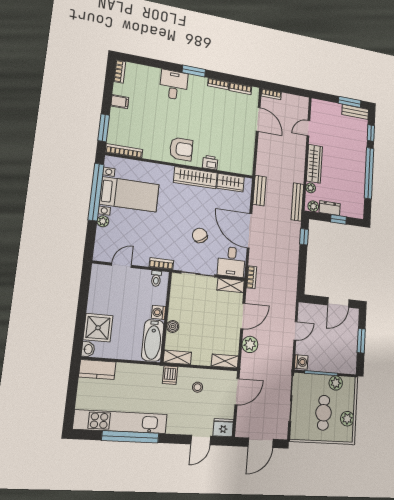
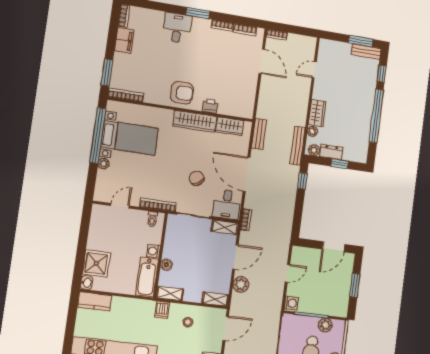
filing cabinet: (120, 102) -> (124, 40), width x2.00
wardrobe: (314, 164) -> (317, 113), width x0.67
bookcase: (161, 264) -> (158, 205), width x1.56

